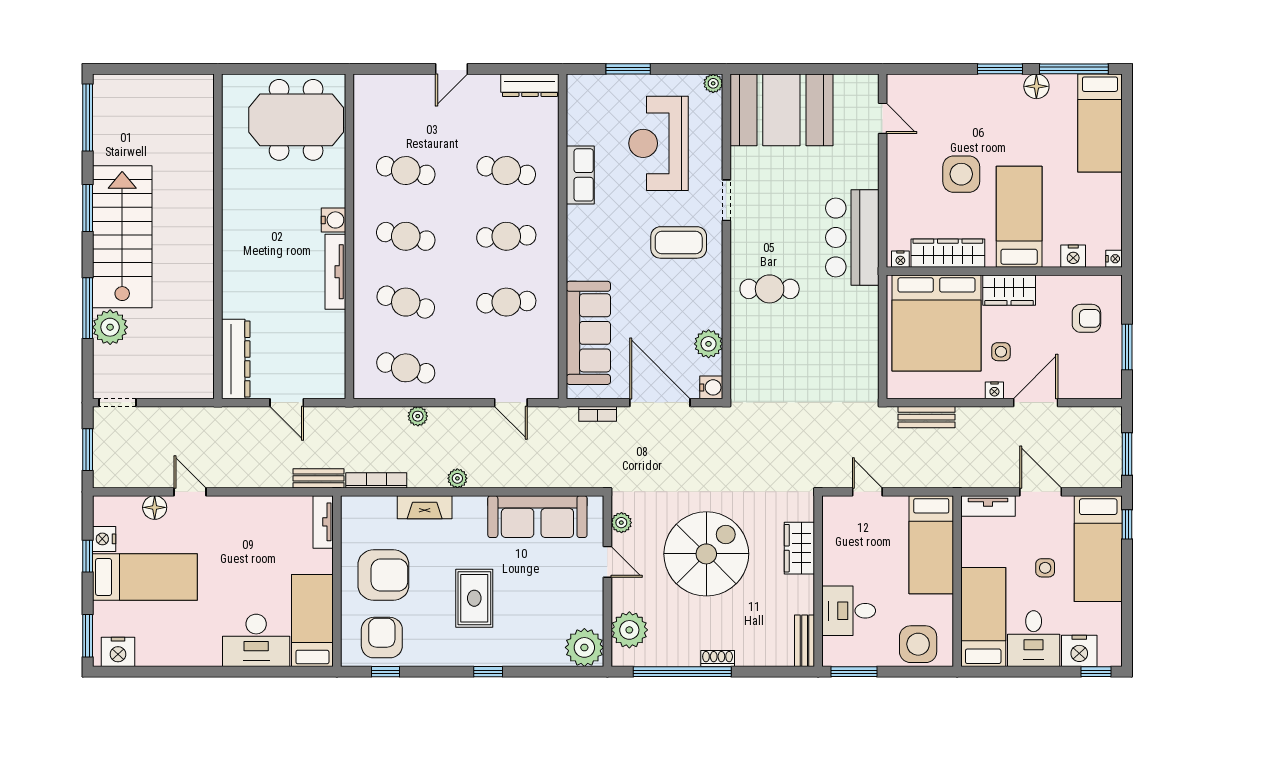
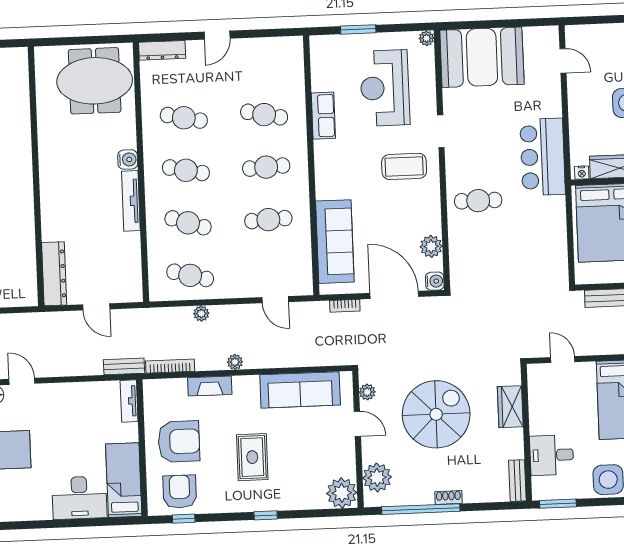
dresser: (530, 85) -> (162, 50), moved

